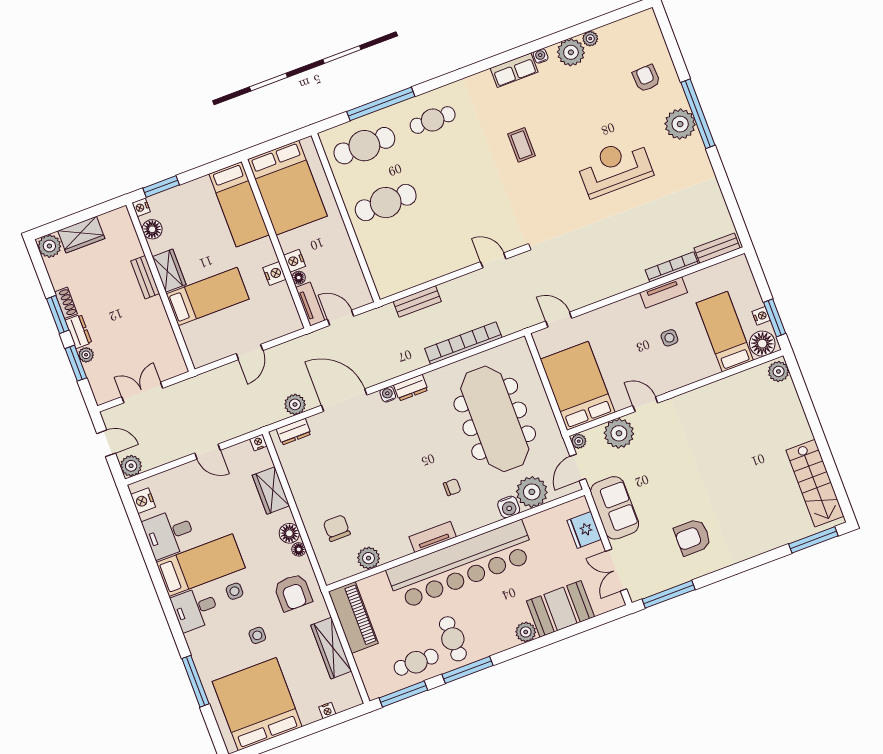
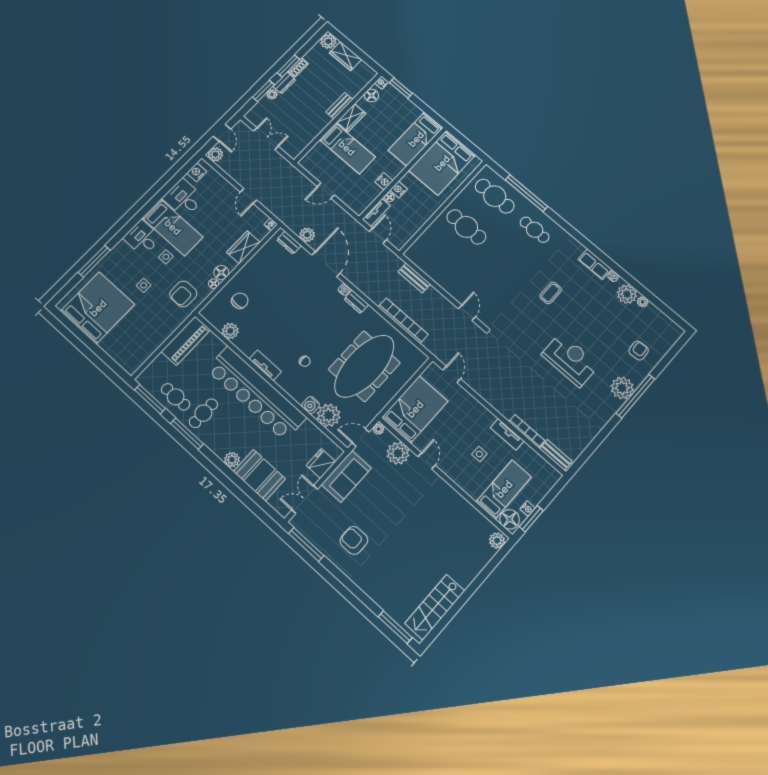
wardrobe: (331, 648) -> (158, 337), removed
nightstand: (327, 710) -> (115, 355), removed

